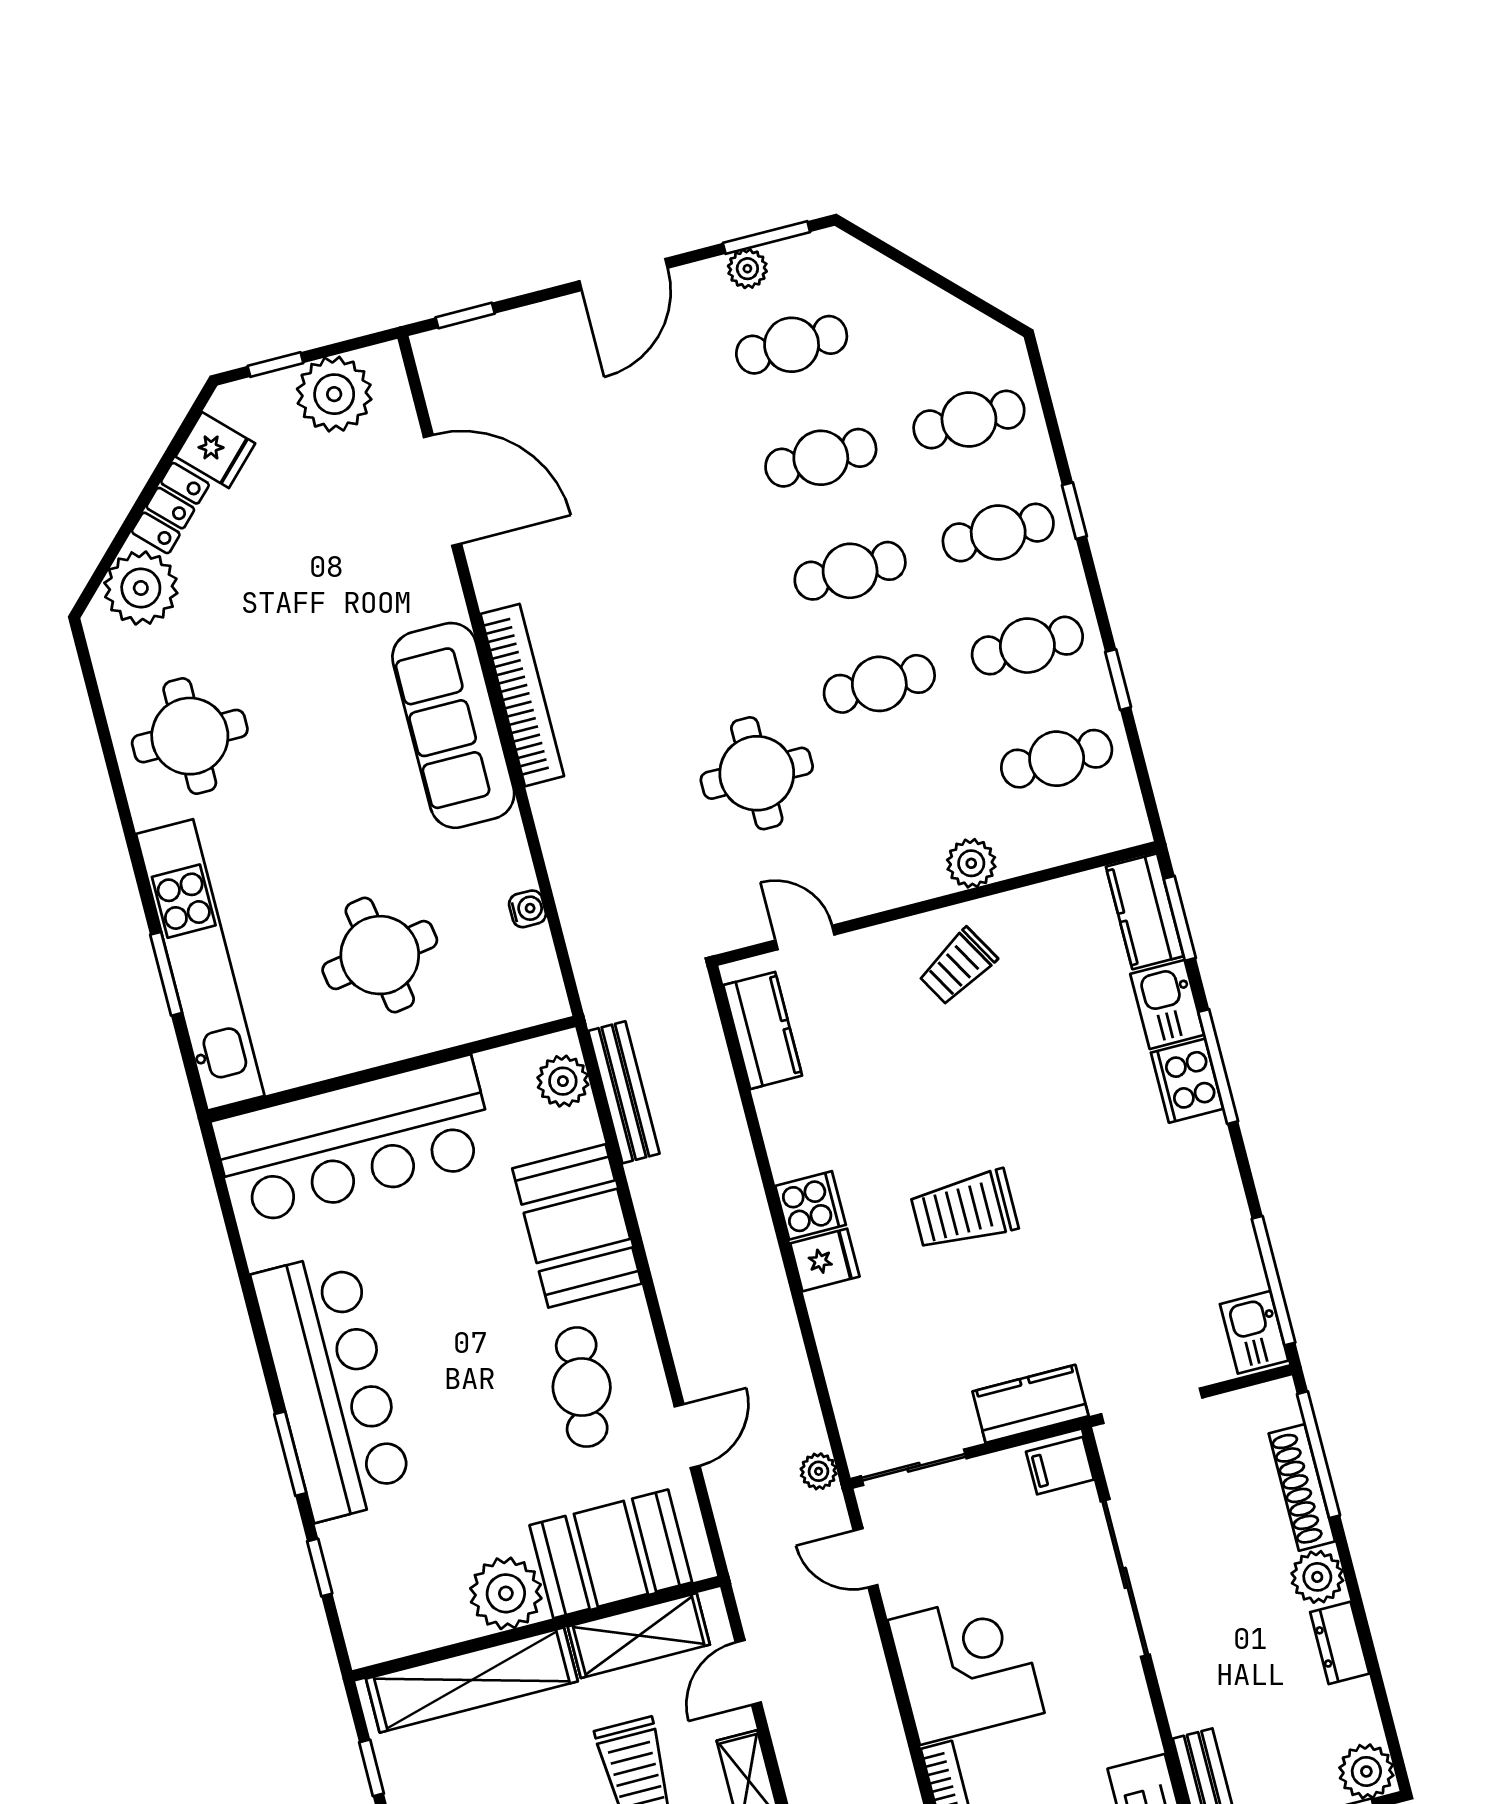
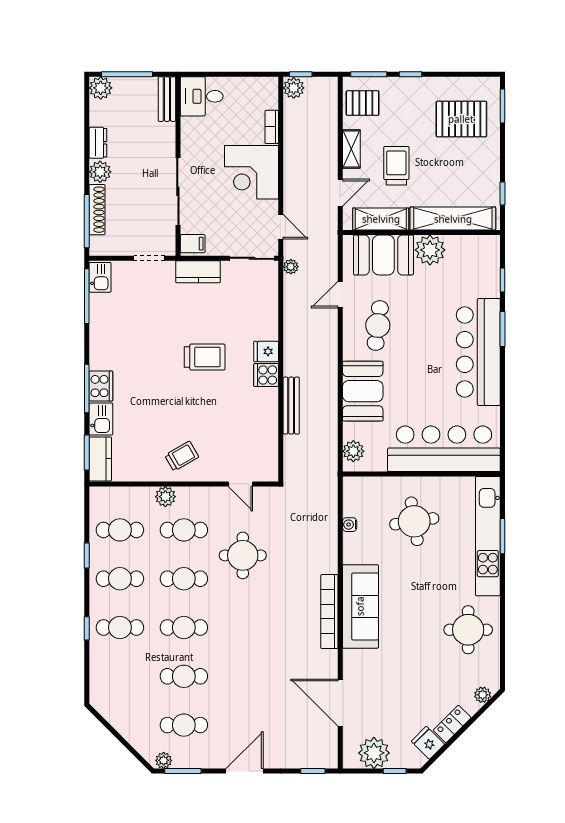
plant: (747, 269) -> (164, 760), moved
cafe table: (969, 419) -> (184, 530), moved
plant: (141, 588) -> (483, 695), width x0.53, depth x0.53
kitchen counter: (763, 1030) -> (267, 451), removed
bench: (624, 1092) -> (291, 406), moved
doorway: (1152, 1406) -> (149, 258), width x0.73

